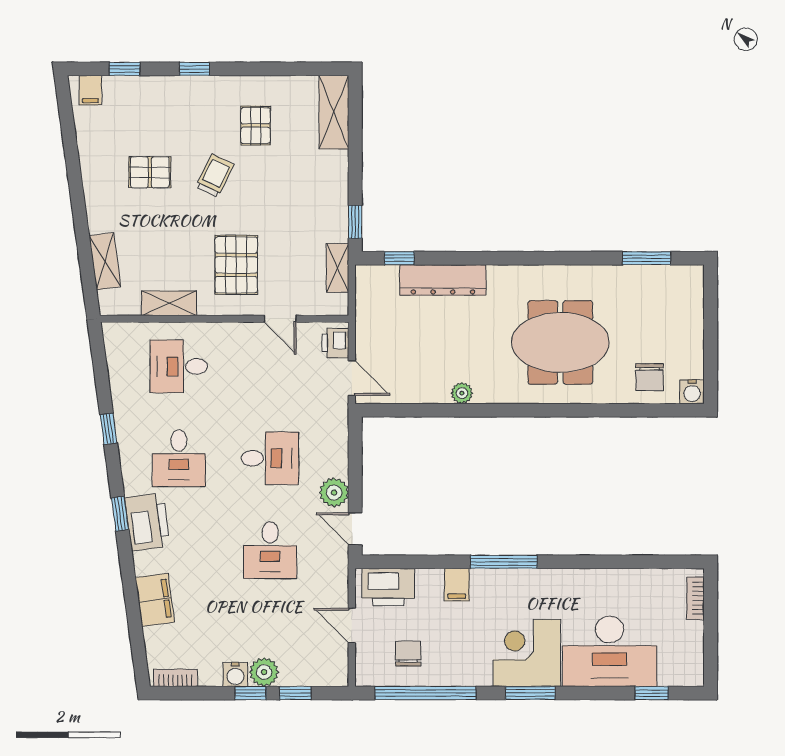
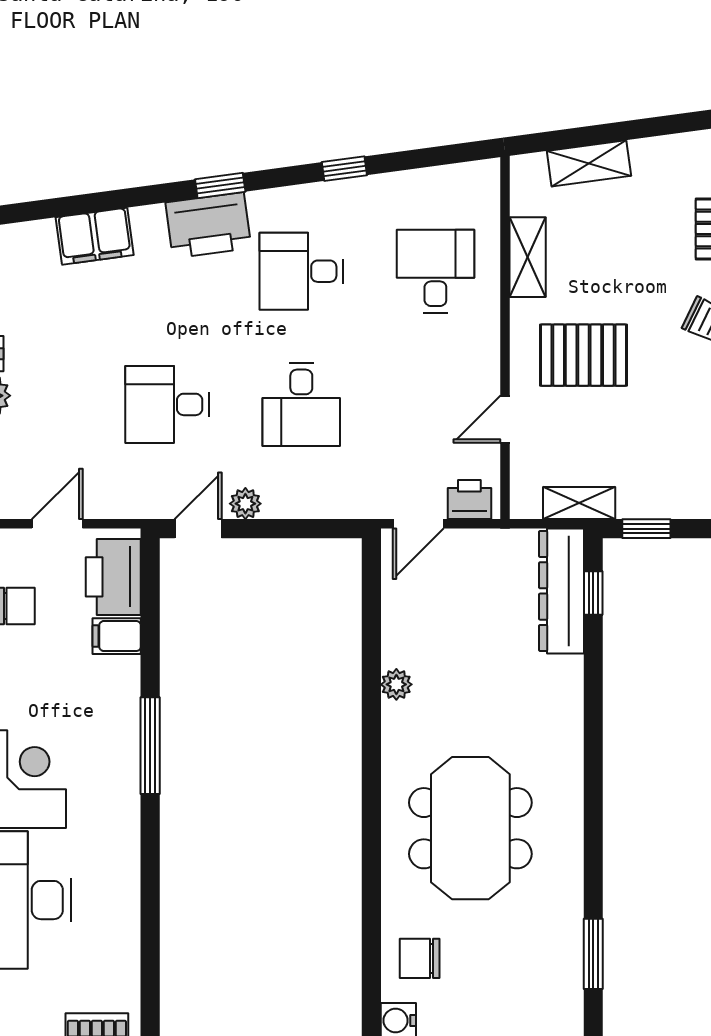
dresser: (443, 280) -> (561, 591), moved
plant: (334, 493) -> (245, 504), width x0.73, depth x0.73
filing cabinet: (457, 585) -> (117, 636), moved

